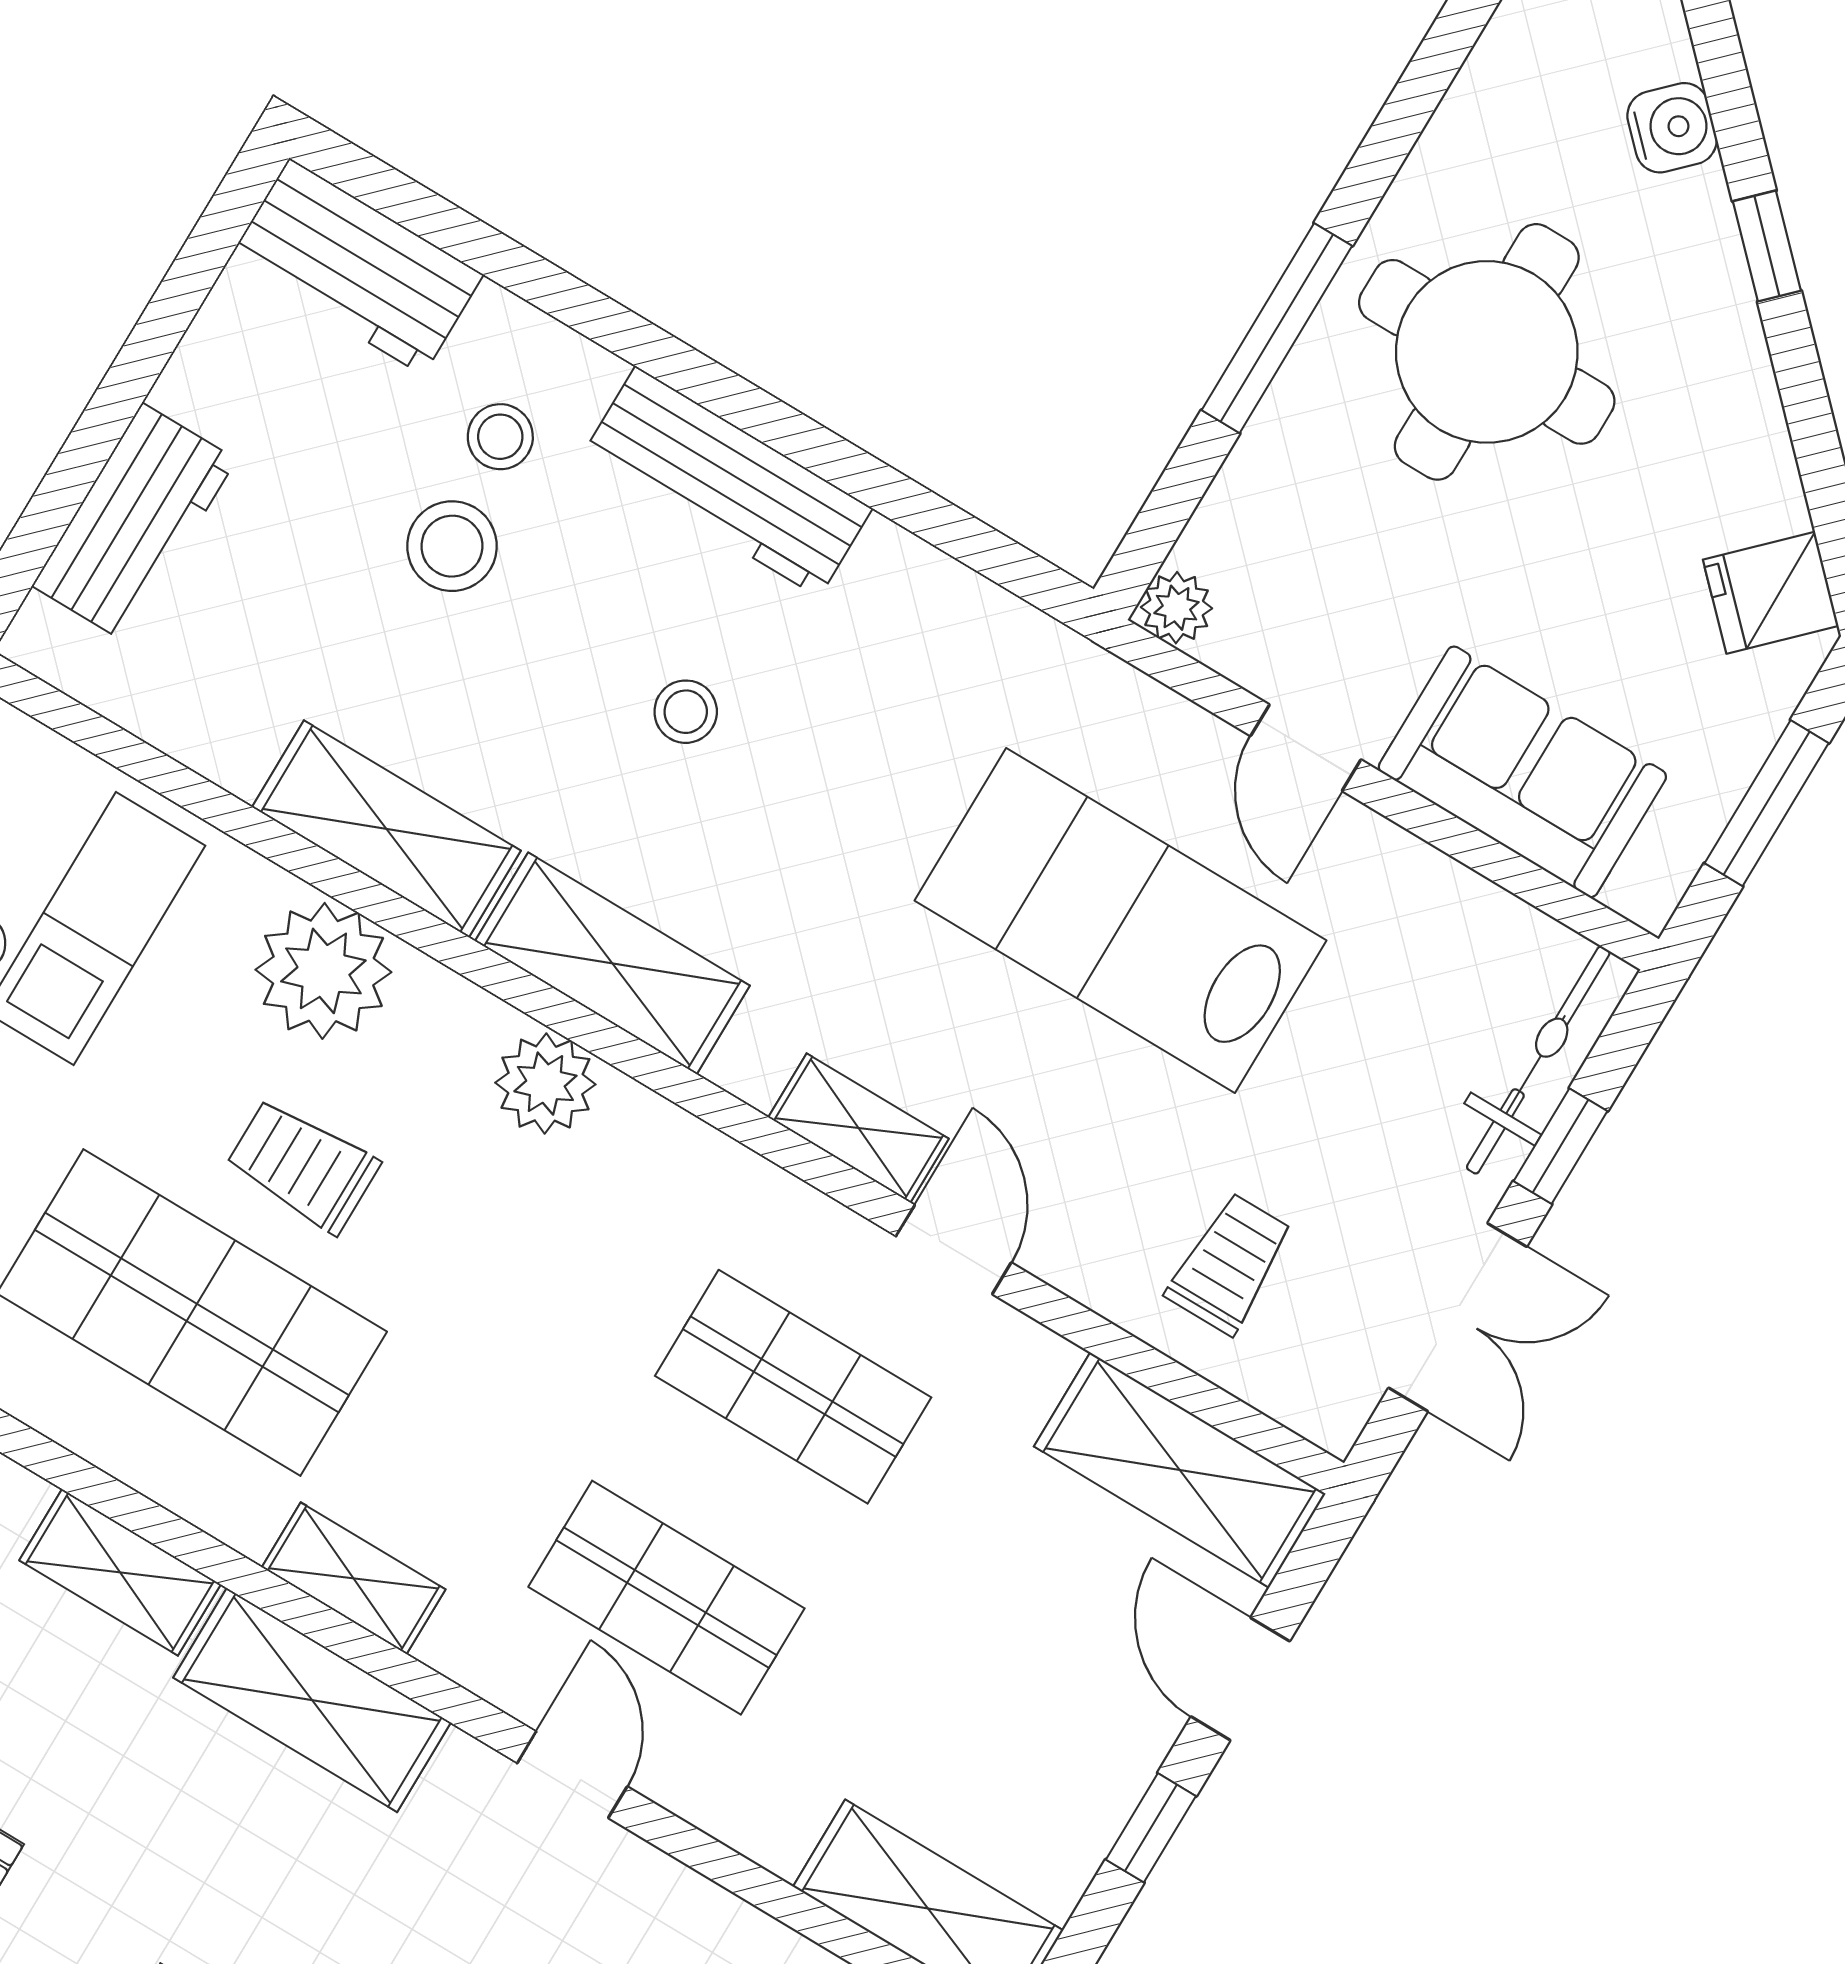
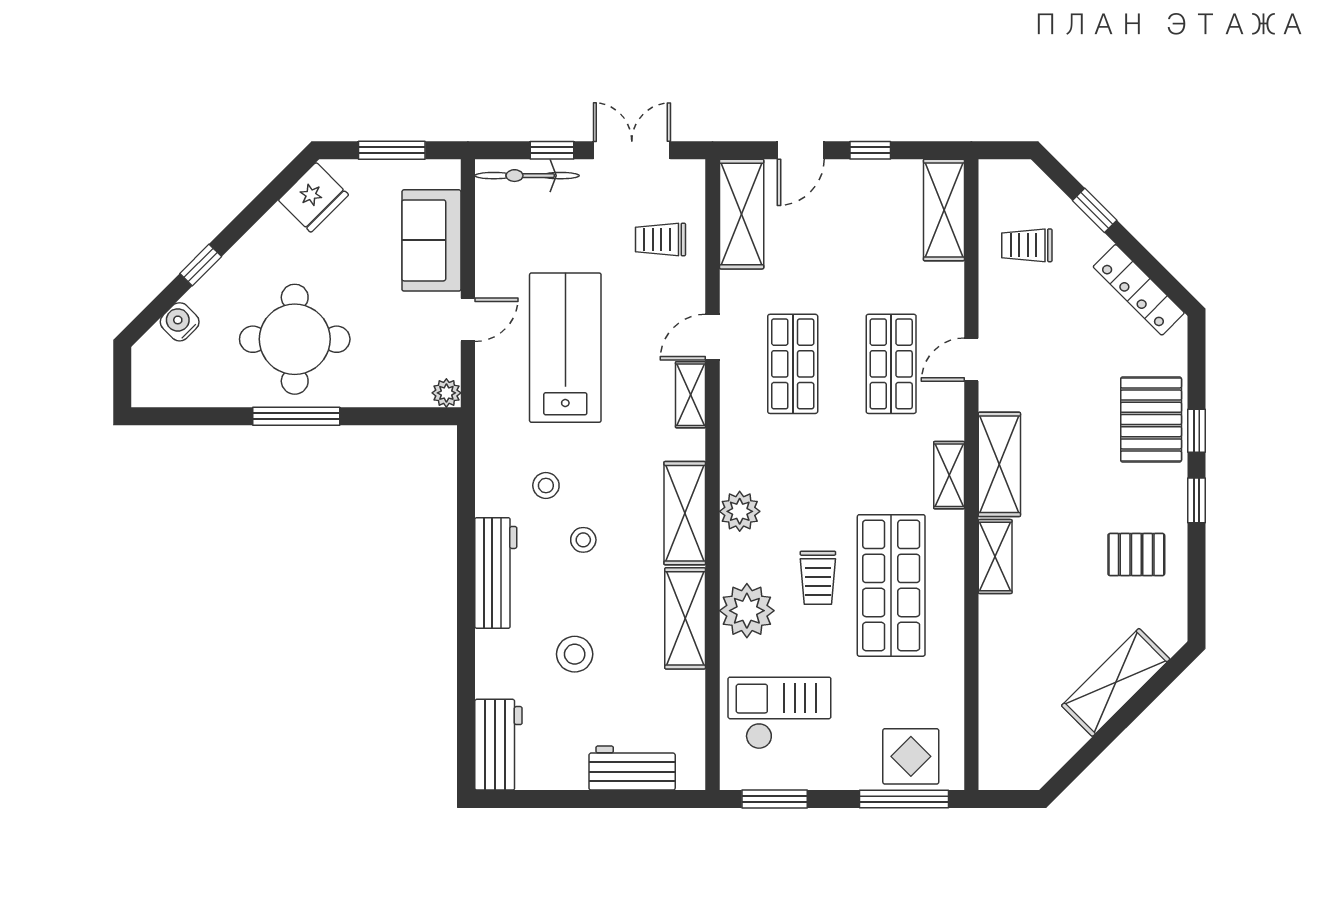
window: (1277, 328) -> (296, 416), moved
stool: (500, 437) -> (546, 485), moved
fridge: (1771, 593) -> (314, 197), width x1.38
lab bench: (1121, 920) -> (565, 348), turned 180

